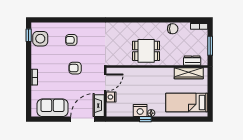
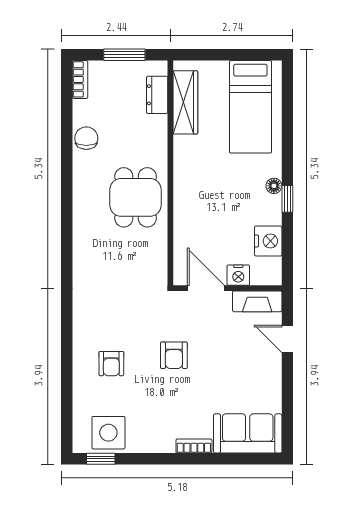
sofa: (53, 108) -> (248, 433), moved, turned 90
nightstand: (140, 110) -> (268, 241), moved
door: (82, 119) -> (287, 339), width x0.53

